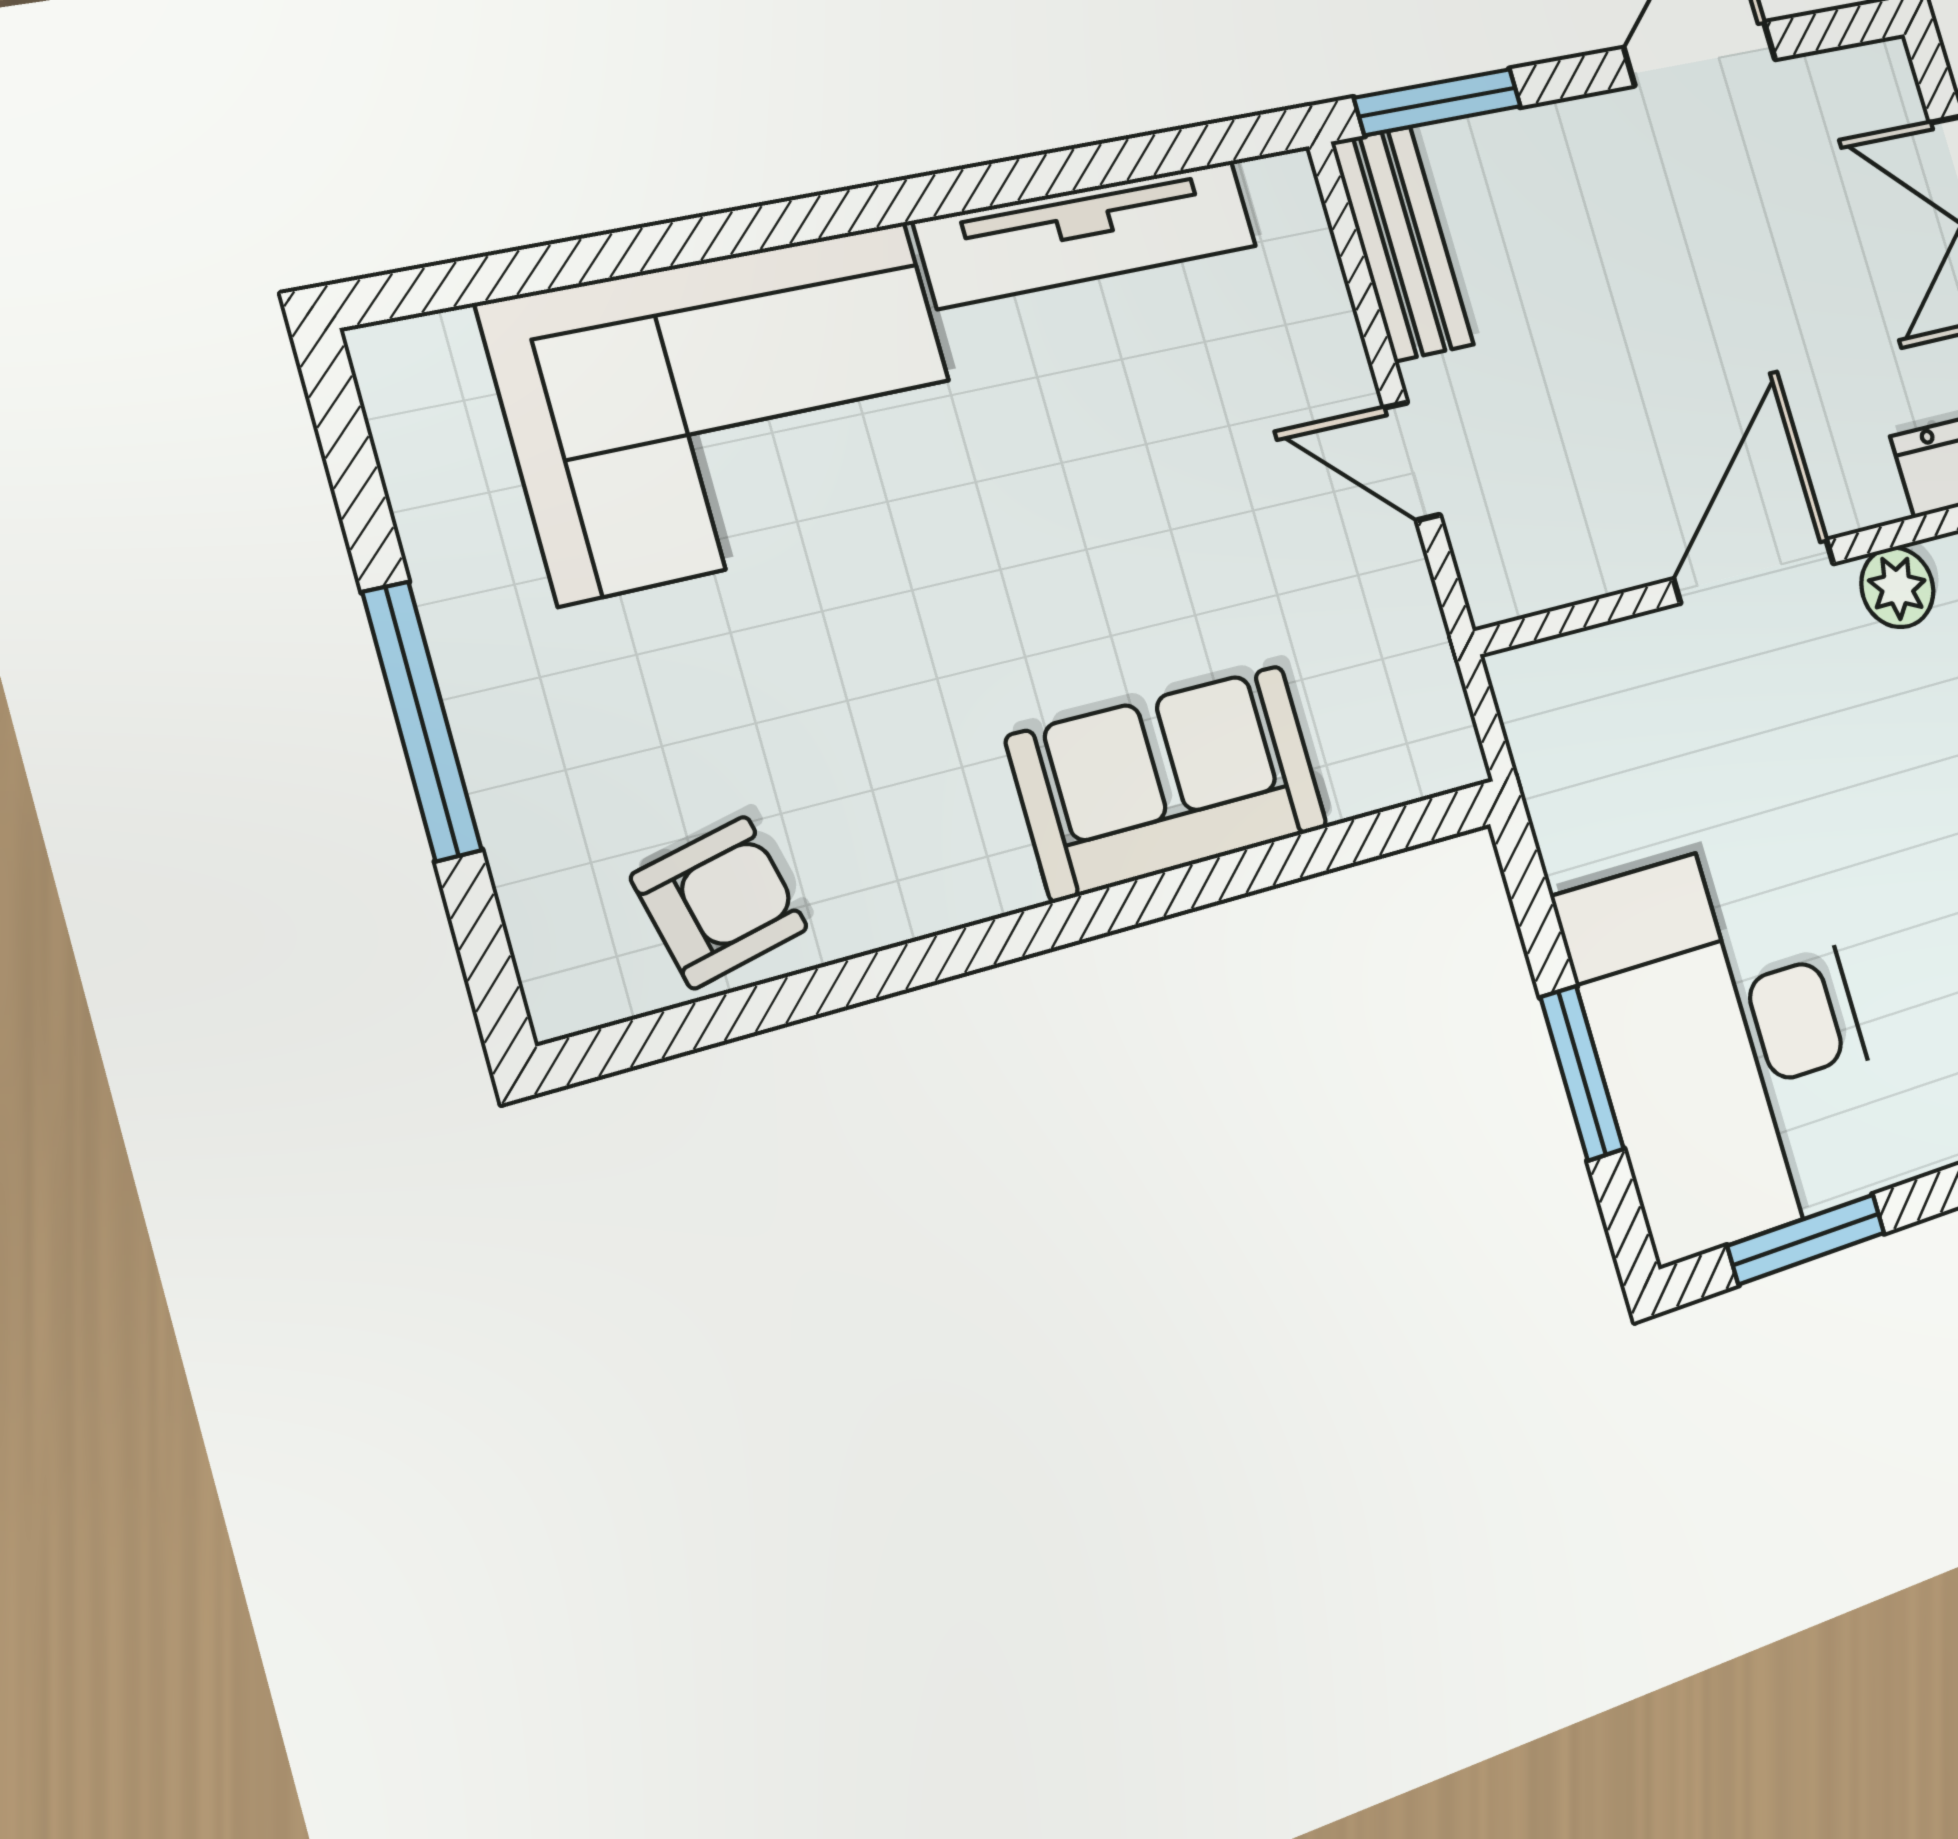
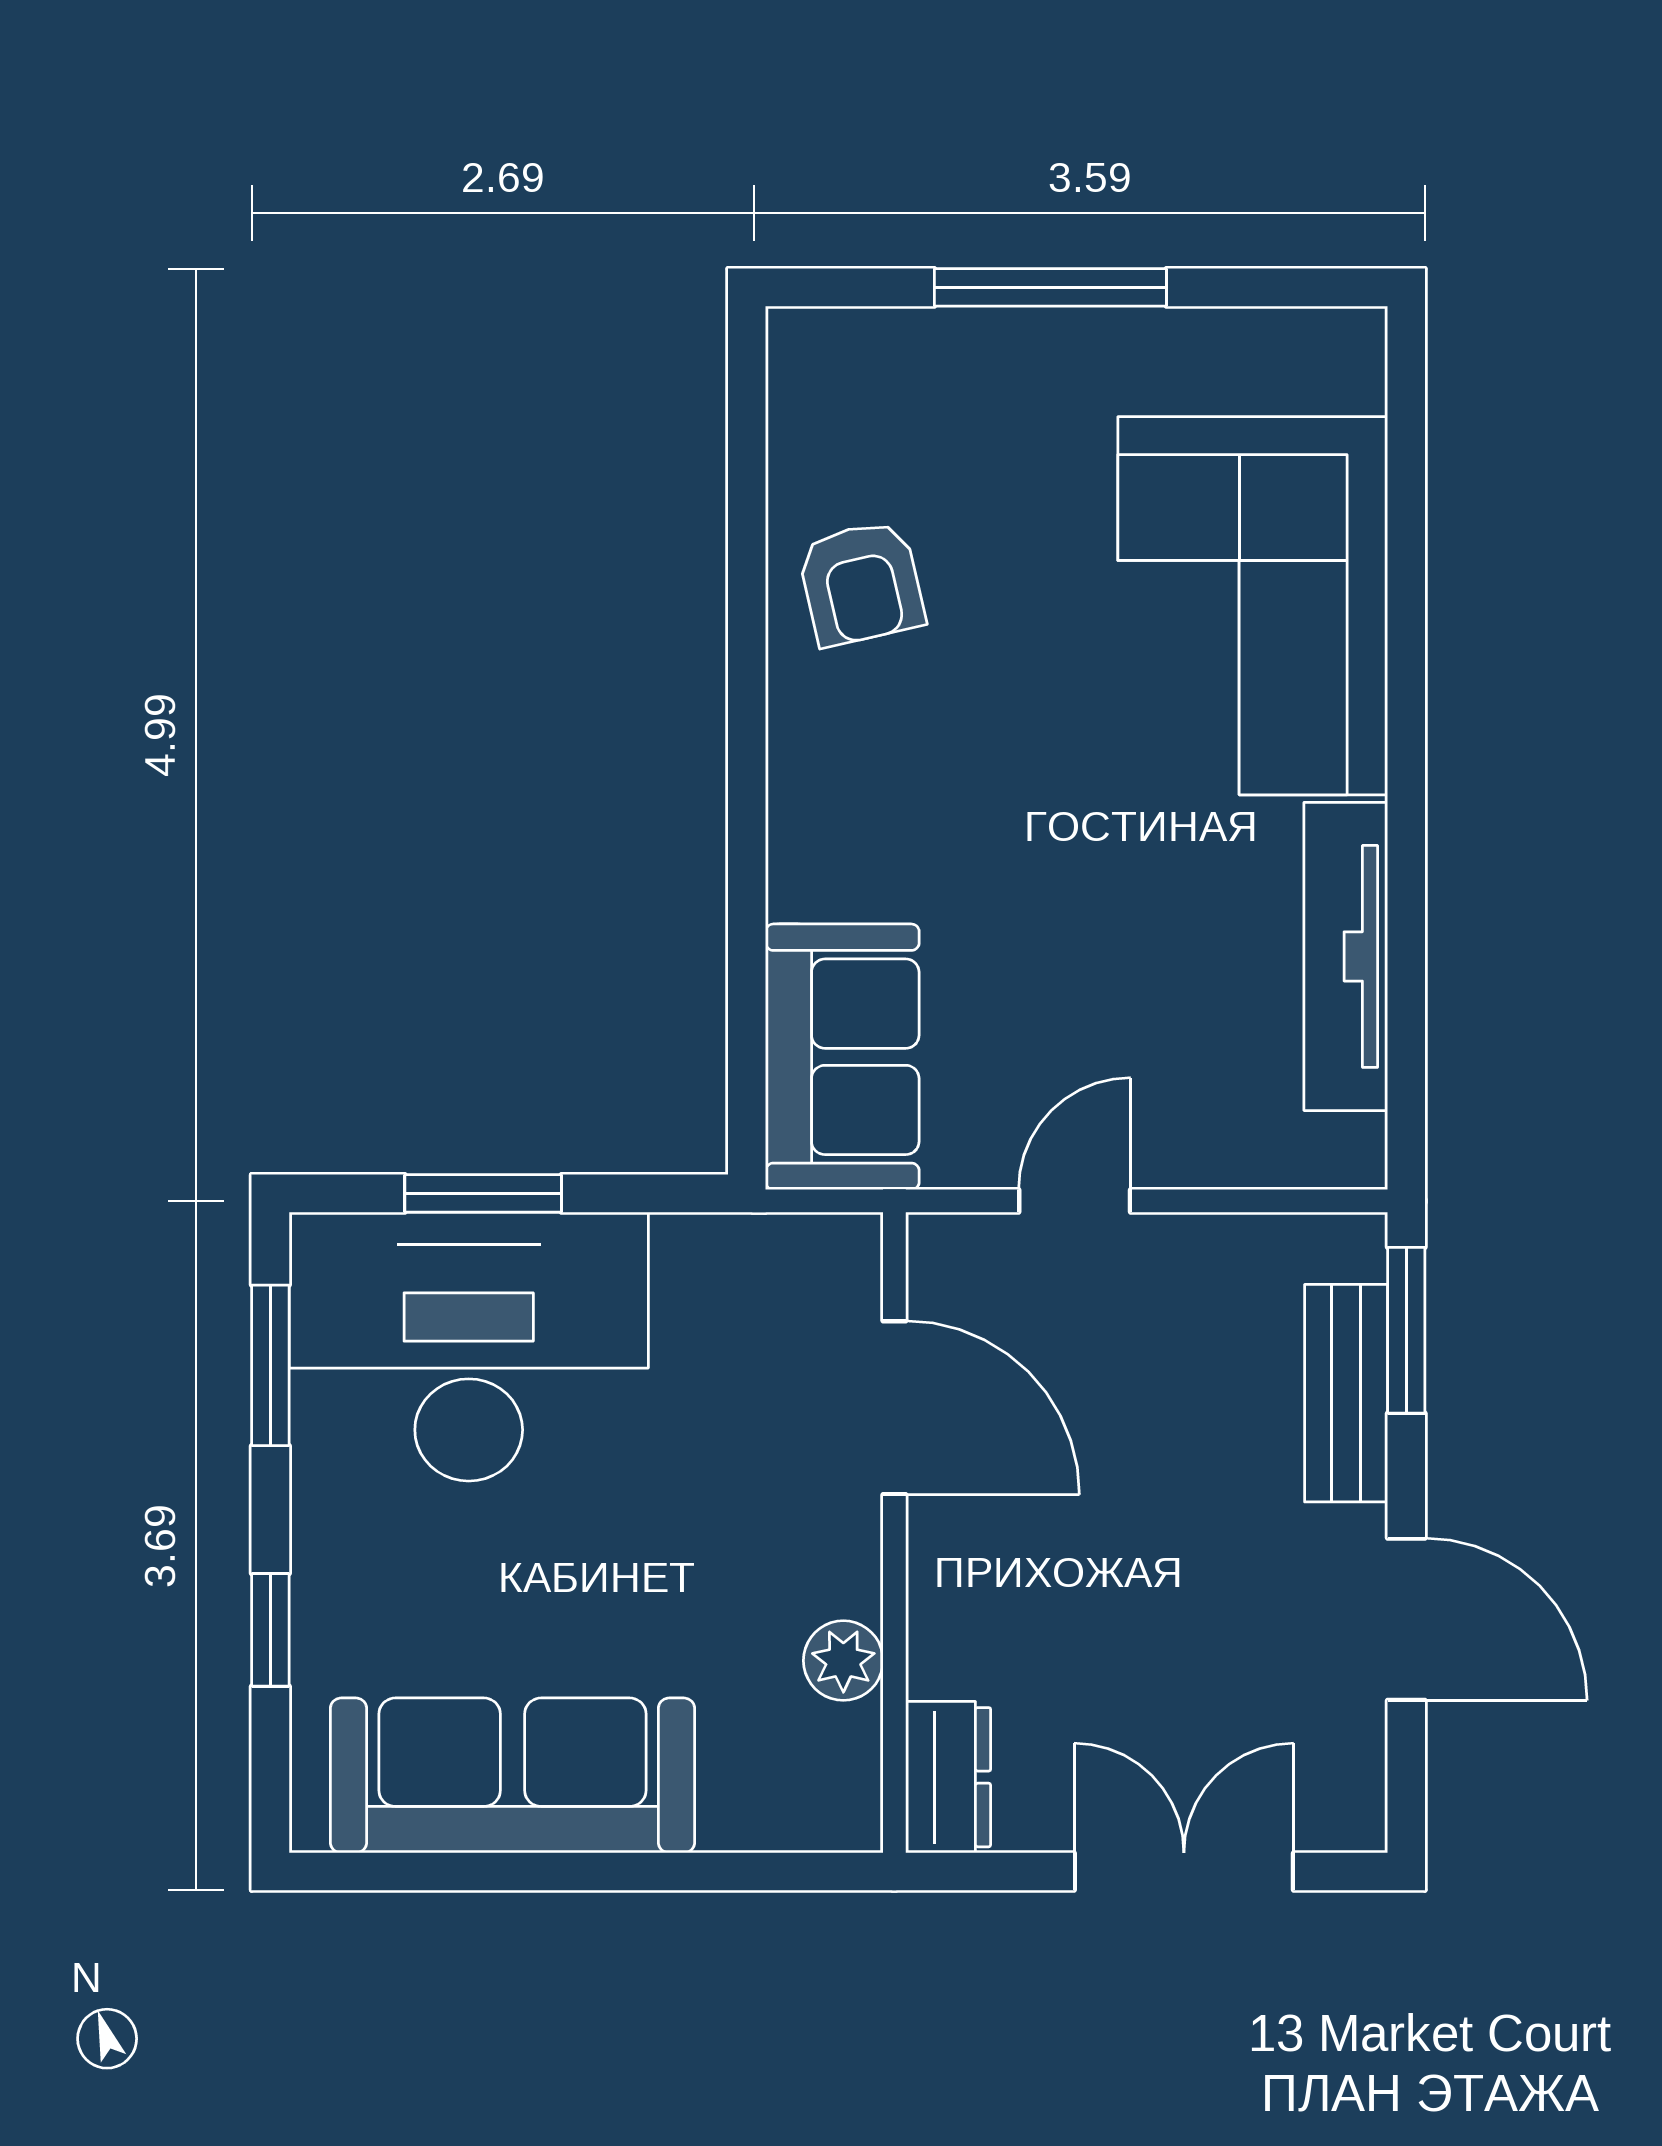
bench: (1402, 243) -> (1346, 1393), moved, turned 90
door: (1754, 571) -> (894, 1408), moved
sofa: (1168, 782) -> (842, 1057), moved
armchair: (719, 902) -> (861, 583), moved

